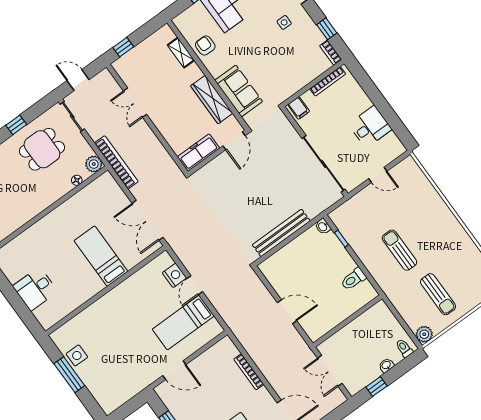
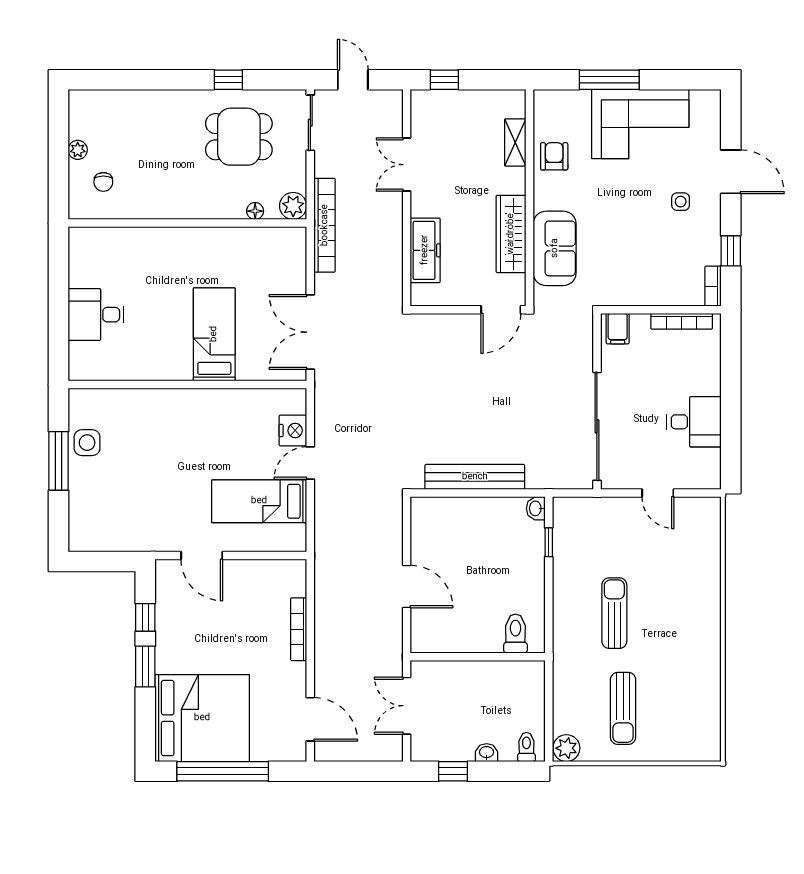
freezer: (198, 153) -> (425, 250), moved, turned 90
toilet: (353, 279) -> (515, 634), moved, turned 90

